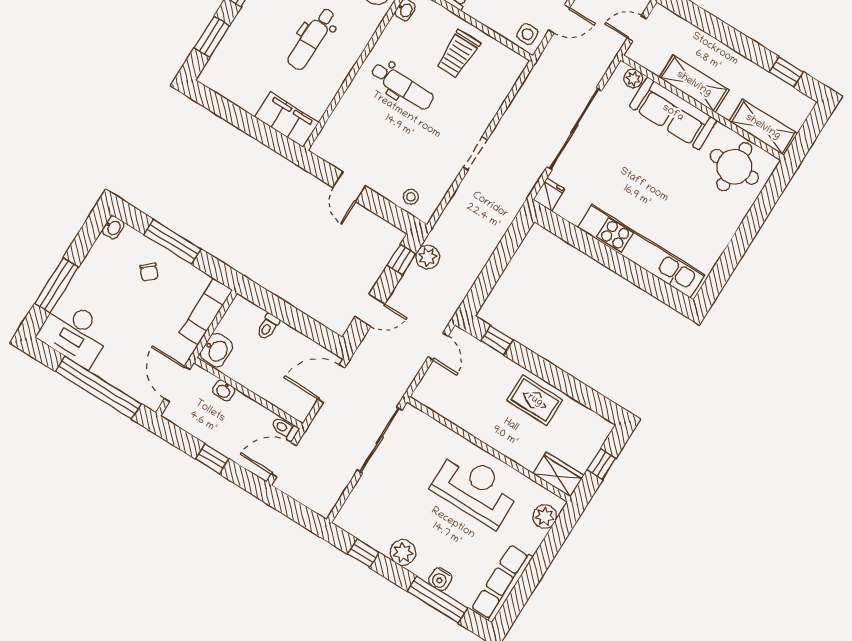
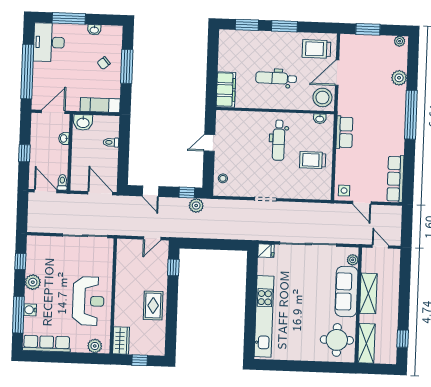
washbasin: (113, 227) -> (94, 30), moved

